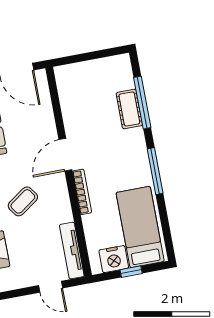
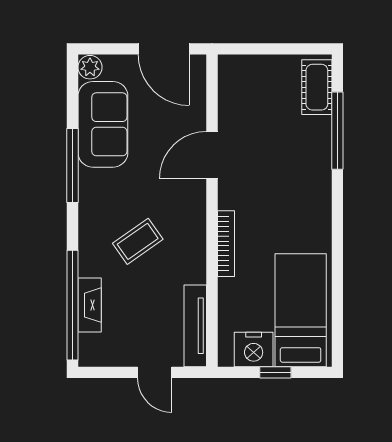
cot: (129, 109) -> (317, 87), moved
door: (65, 155) -> (212, 155), moved
window: (155, 171) -> (337, 233), removed

